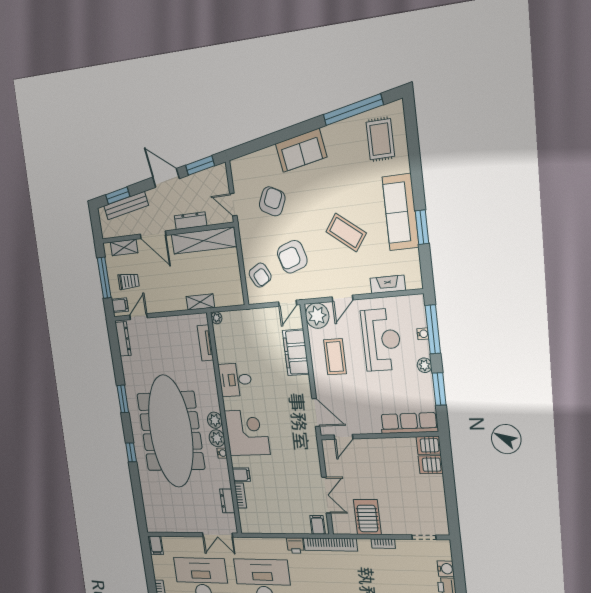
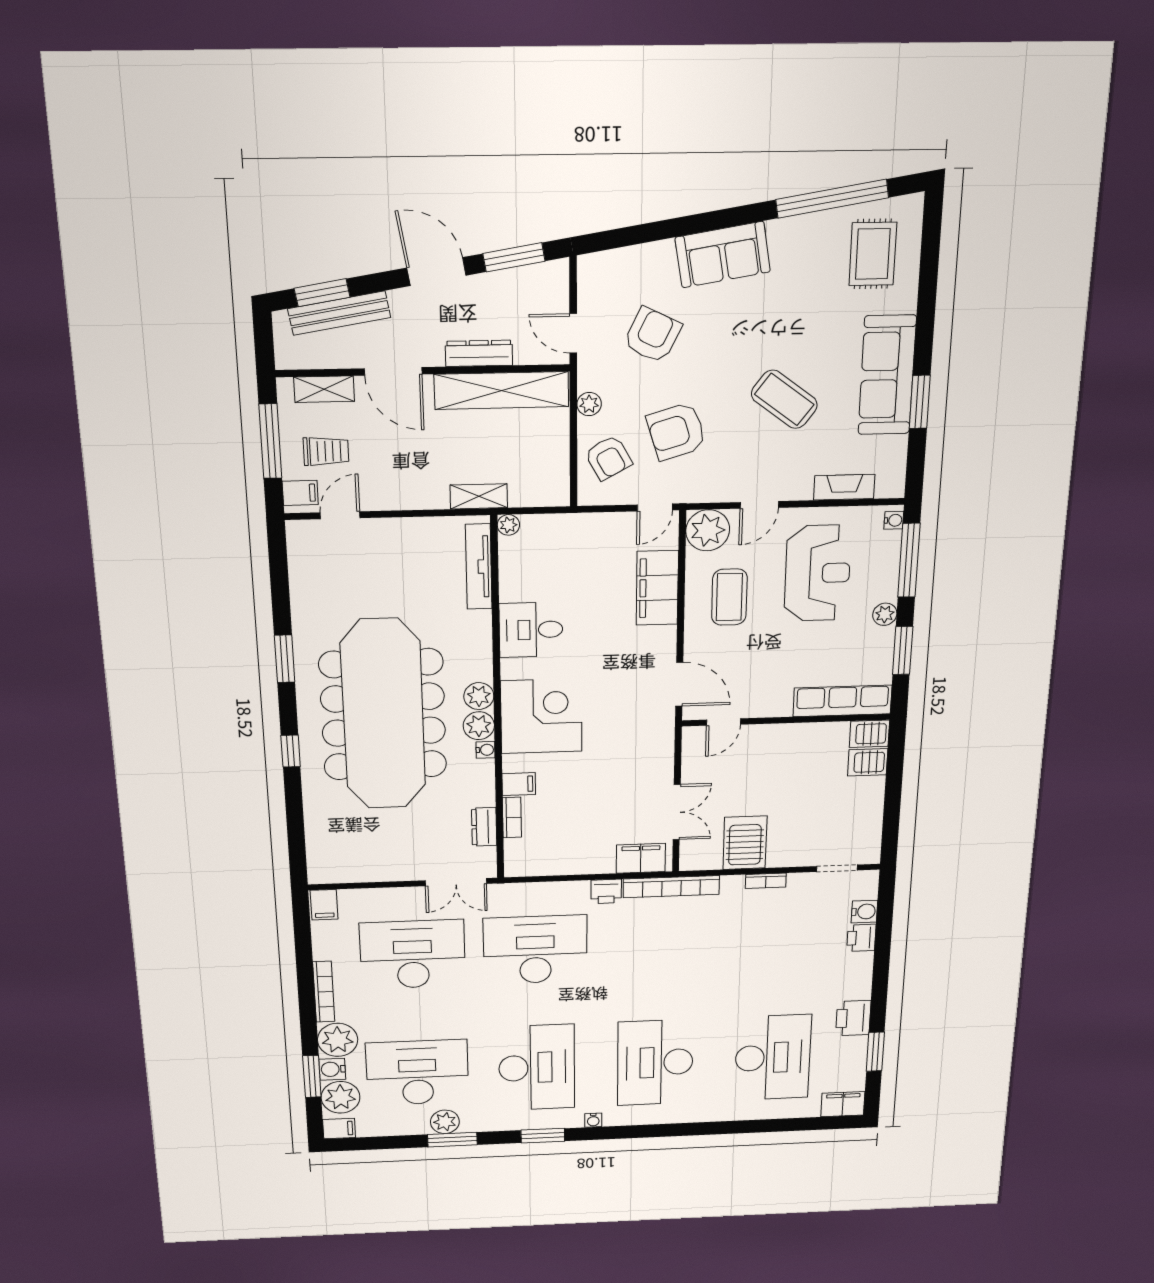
plant: (246, 244) -> (589, 404), added
water cooler: (423, 334) -> (894, 520), moved
dresser: (123, 339) -> (299, 553), removed
tv unit: (205, 343) -> (479, 567), width x1.41
filing cabinet: (318, 525) -> (641, 858), width x2.00

